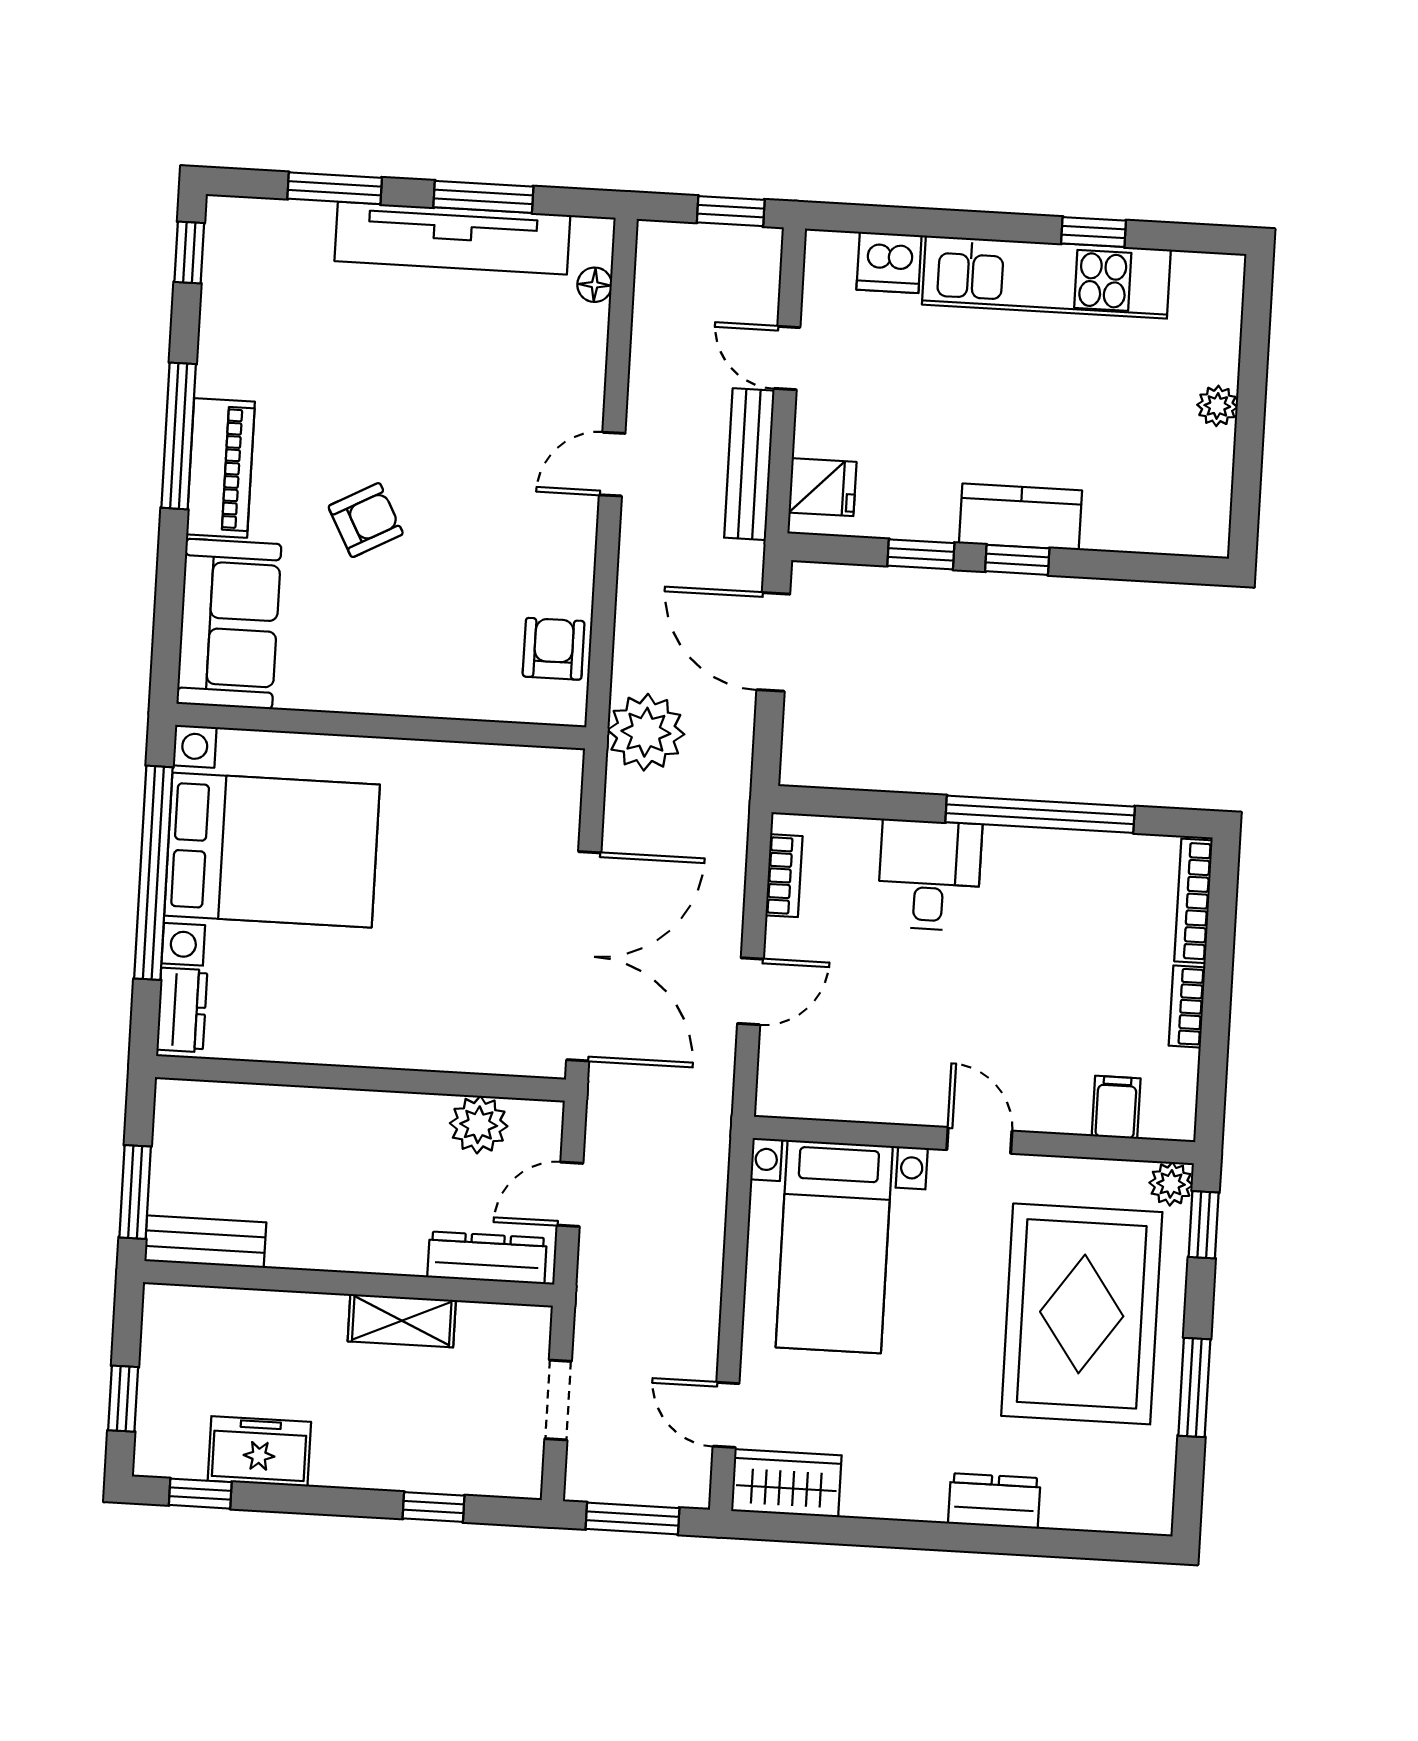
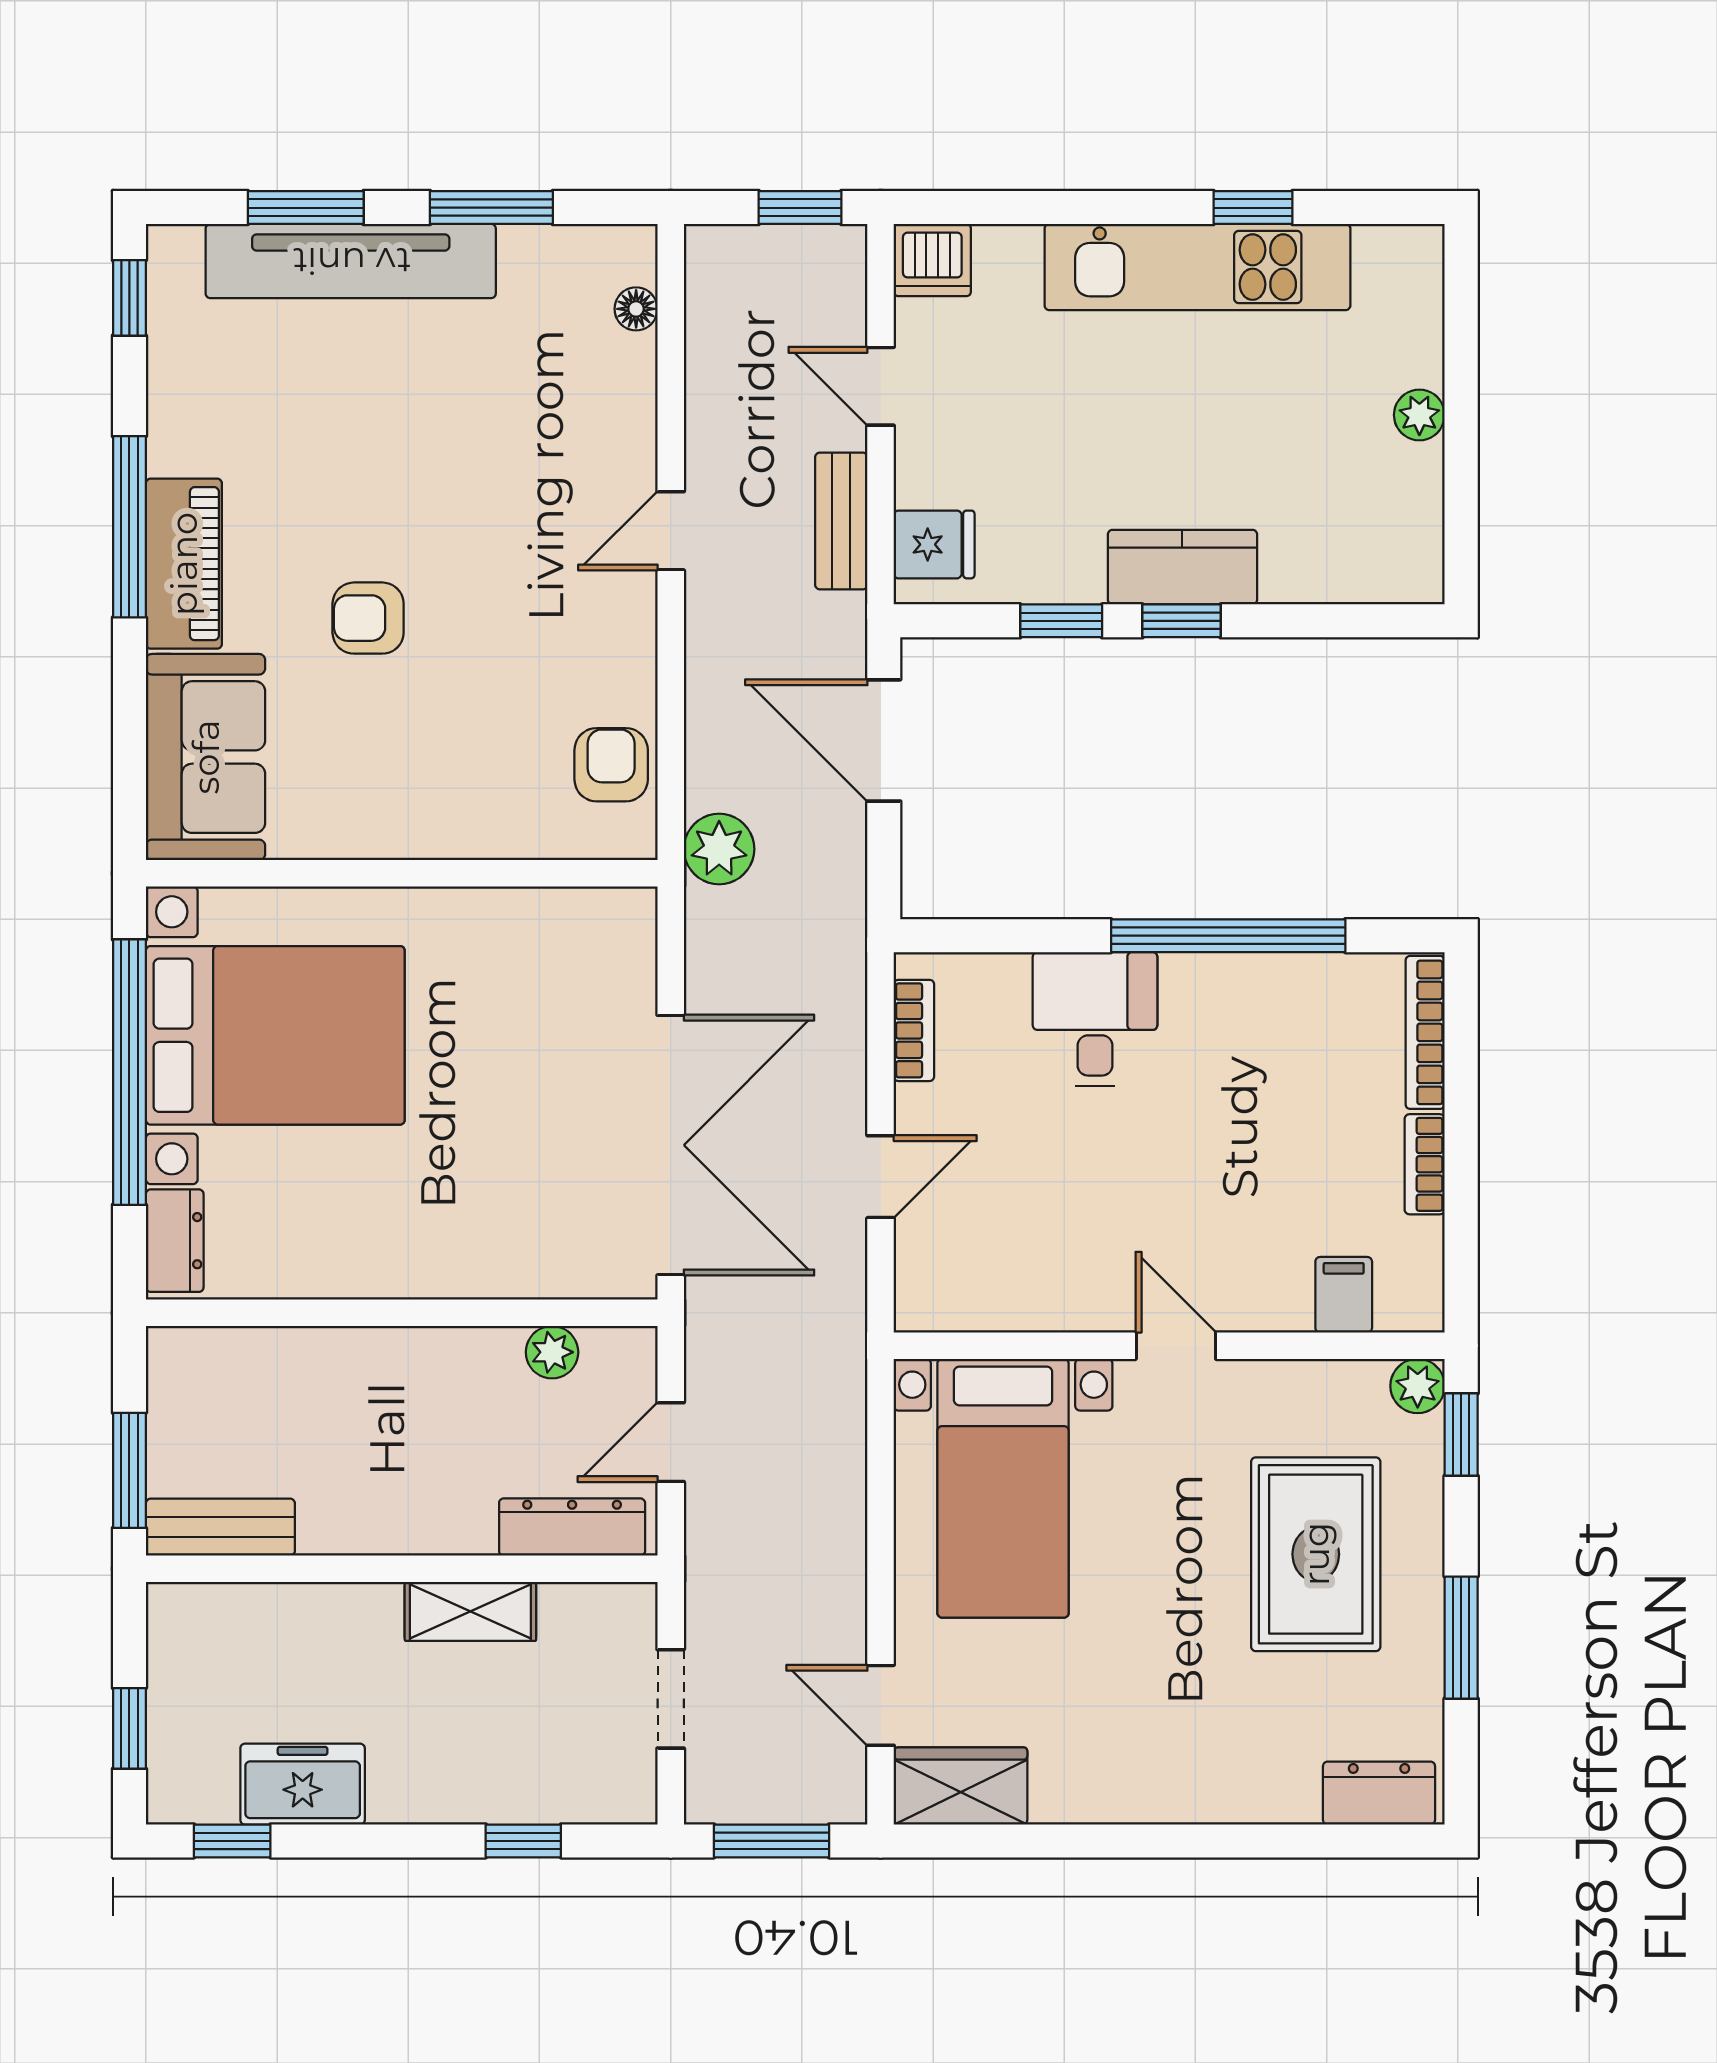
tv unit: (452, 238) -> (351, 261), moved
dishwasher: (889, 262) -> (932, 260), moved
bench: (749, 464) -> (841, 521), width x0.73
armchair: (366, 520) -> (368, 618), turned -152
plant: (646, 732) -> (719, 849), width x0.73, depth x0.73
plant: (479, 1125) -> (552, 1352), width x0.73, depth x0.73
rug: (1082, 1314) -> (1316, 1554), width x0.73, depth x0.69
dresser: (994, 1501) -> (1379, 1793), moved

